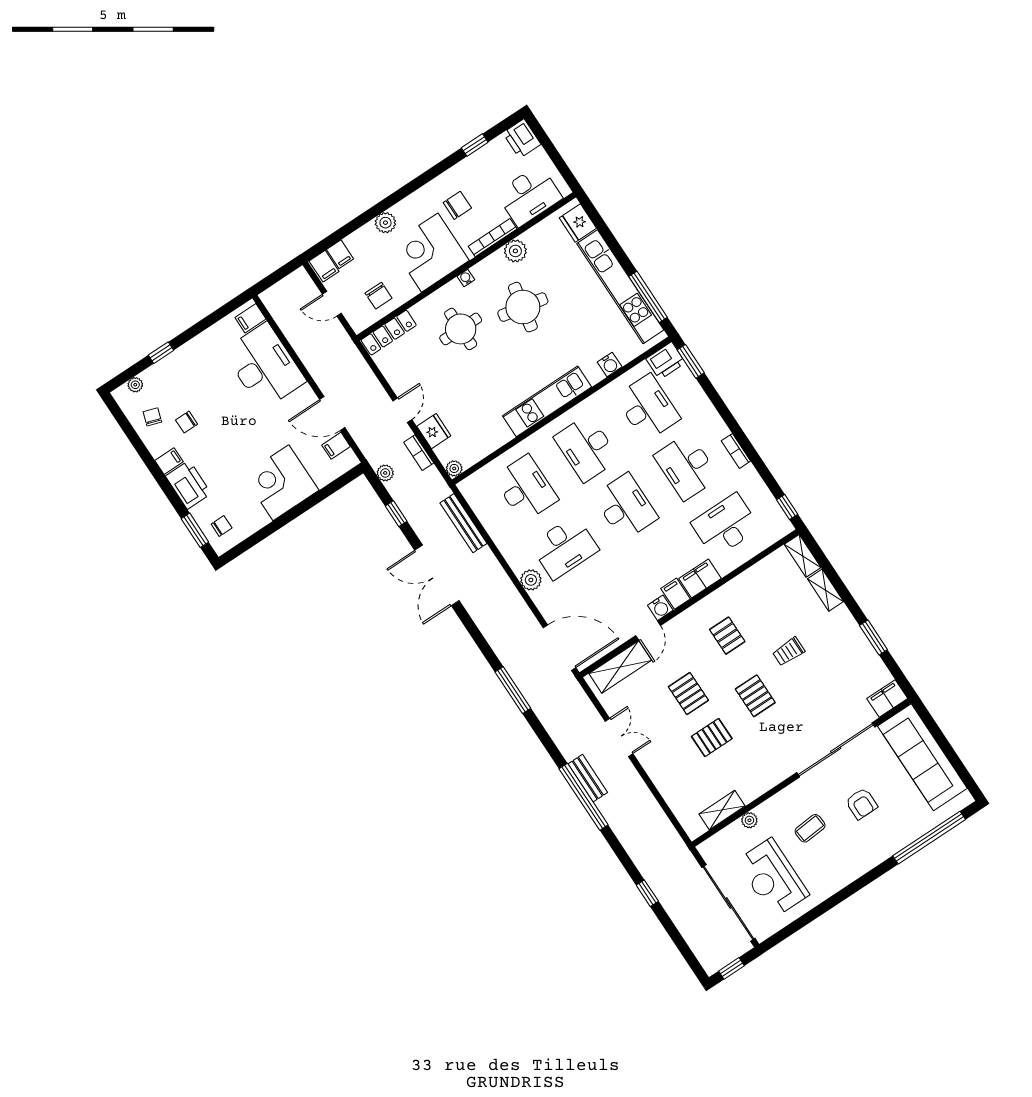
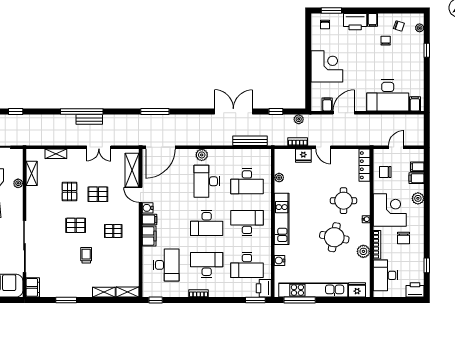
filing cabinet: (324, 266) -> (417, 178), moved
plant: (454, 468) -> (279, 178), moved
shelving: (670, 794) -> (56, 154), added

